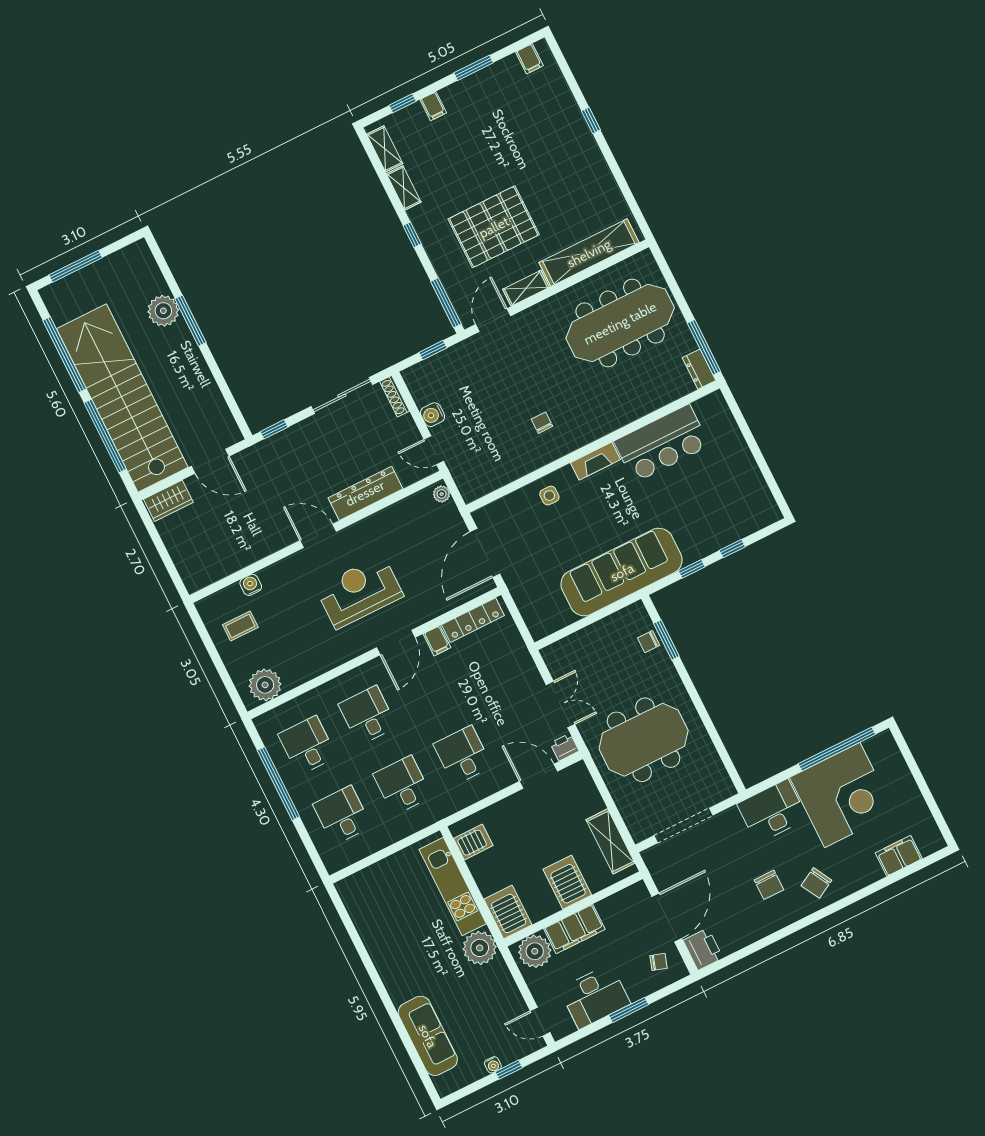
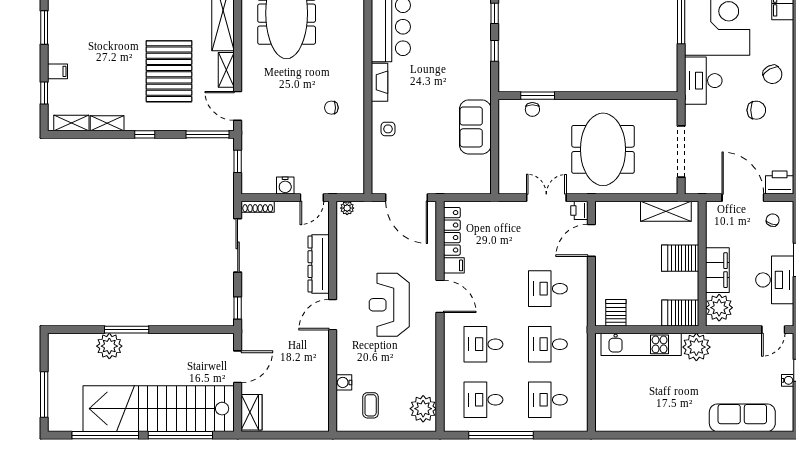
sofa: (622, 572) -> (475, 127), width x0.54, depth x0.79

